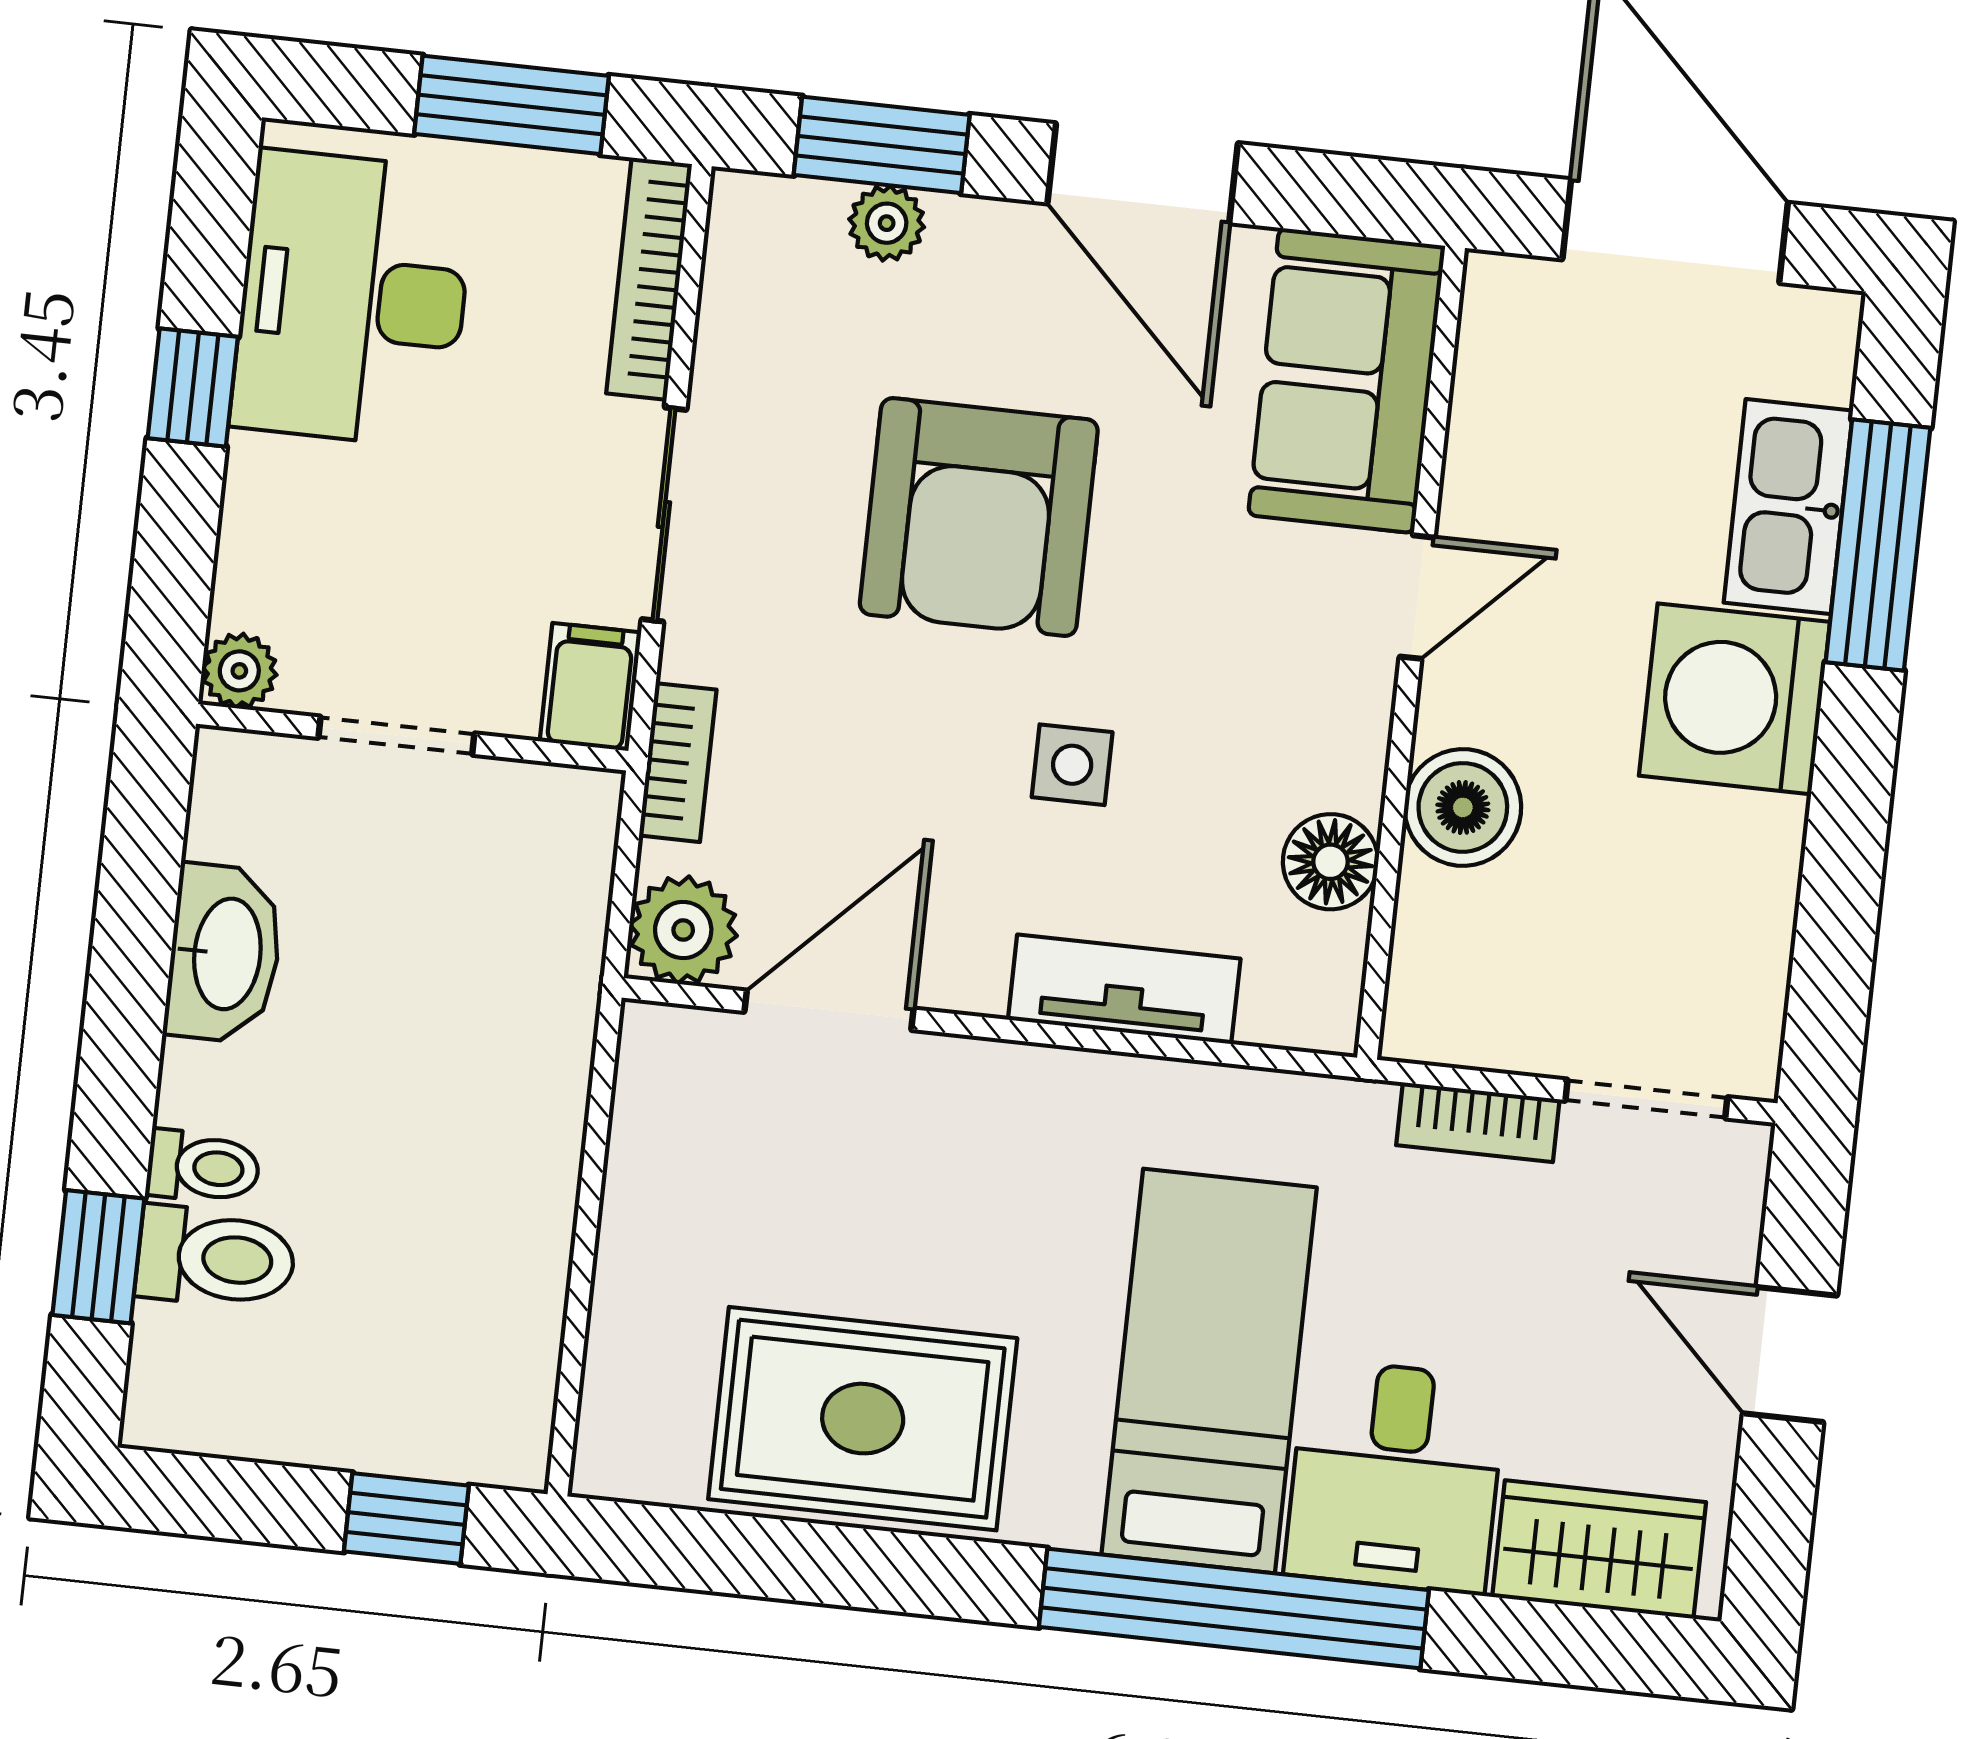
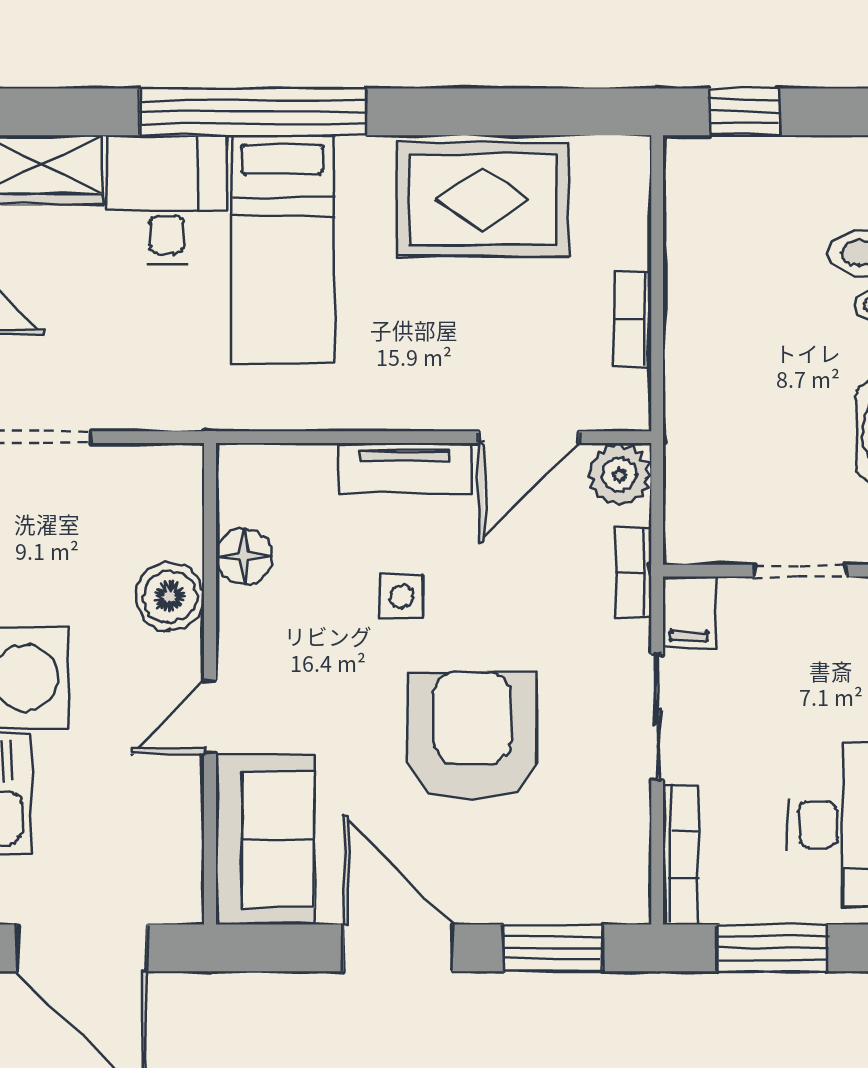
plant: (887, 223) -> (545, 902), removed
tv unit: (1124, 989) -> (405, 468), moved
bookcase: (1478, 1122) -> (633, 319), moved, turned -90

